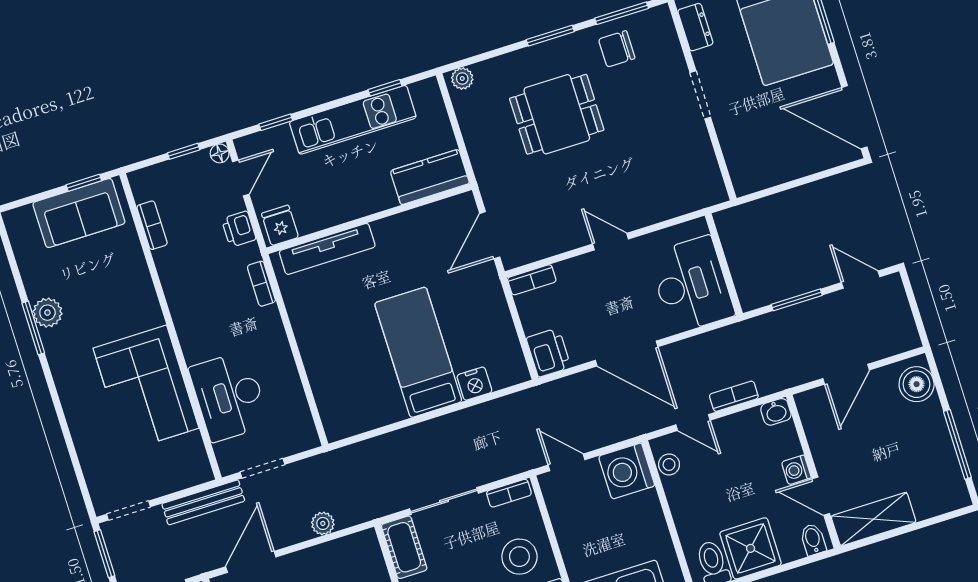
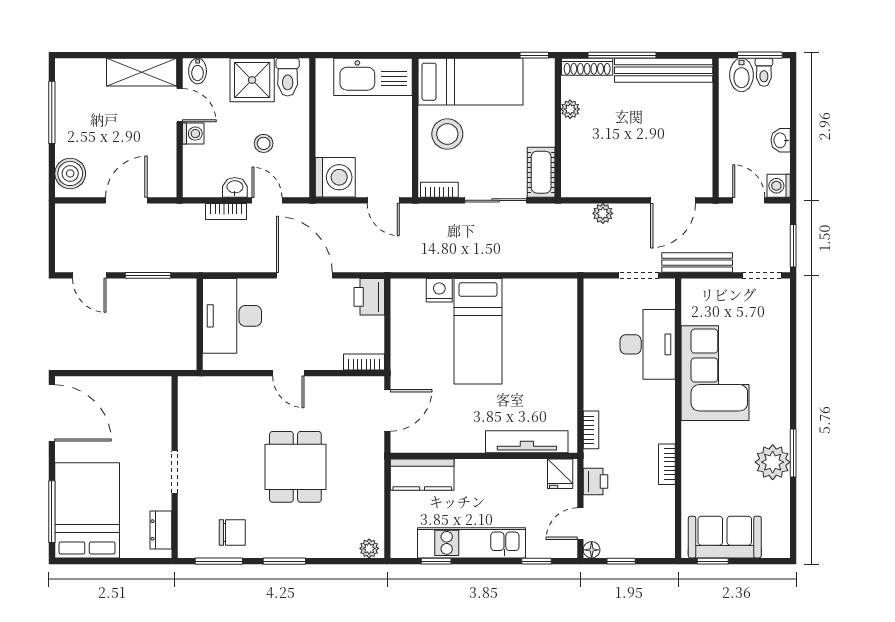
dining table: (557, 114) -> (295, 467), moved, turned 90
bookcase: (152, 225) -> (667, 464), moved
plant: (47, 313) -> (773, 462), width x1.36, depth x1.36
washbasin: (776, 412) -> (235, 187), moved
stool: (669, 465) -> (264, 143), moved

